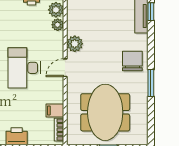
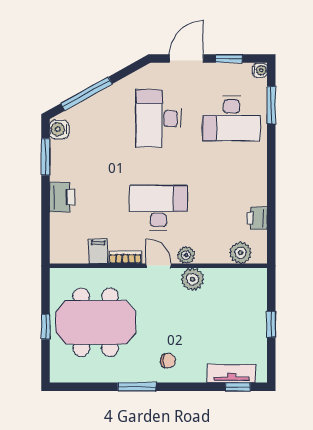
plant: (58, 25) -> (186, 255), moved
chair: (132, 61) -> (168, 361), width x0.54, depth x0.54
bookcase: (59, 130) -> (125, 257), moved

